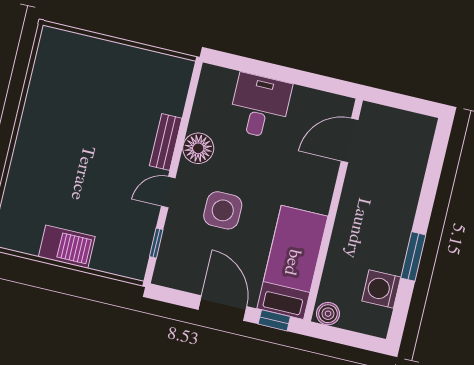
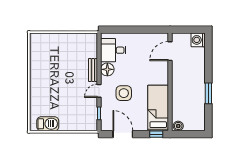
desk: (260, 106) -> (113, 50), moved, turned -90
barbecue: (67, 247) -> (48, 124), moved
washing machine: (381, 289) -> (198, 40), moved
door: (222, 308) -> (123, 134), moved

